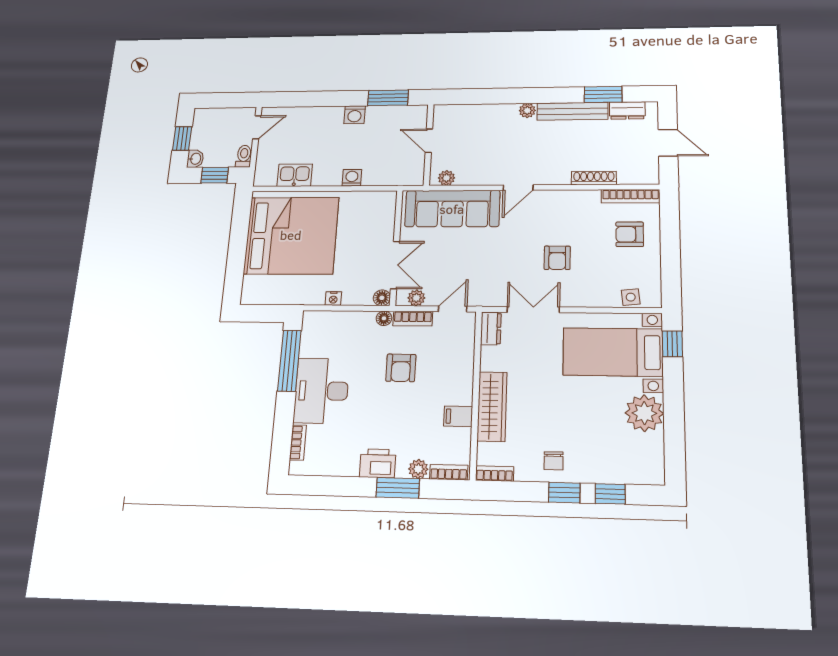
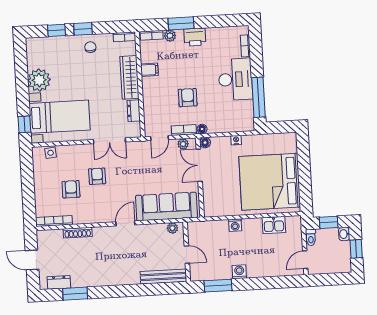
plant: (527, 111) -> (124, 280), removed
bench: (572, 111) -> (163, 276), moved
armchair: (630, 234) -> (71, 189), moved, turned -90
dresser: (491, 329) -> (134, 111), moved

